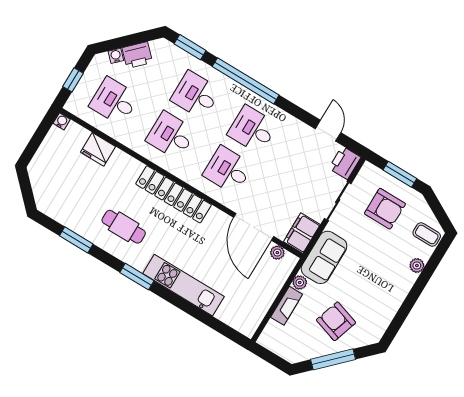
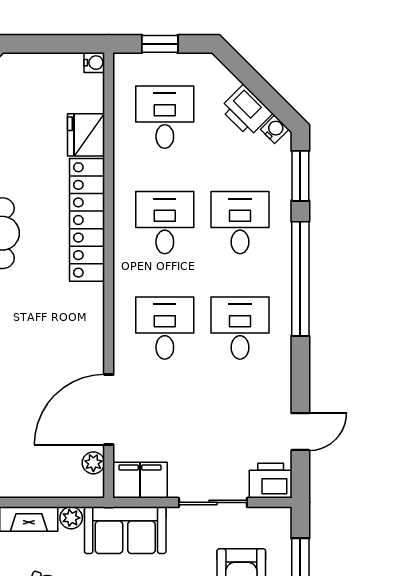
water cooler: (116, 56) -> (275, 129), moved
locker: (174, 194) -> (87, 220), moved

